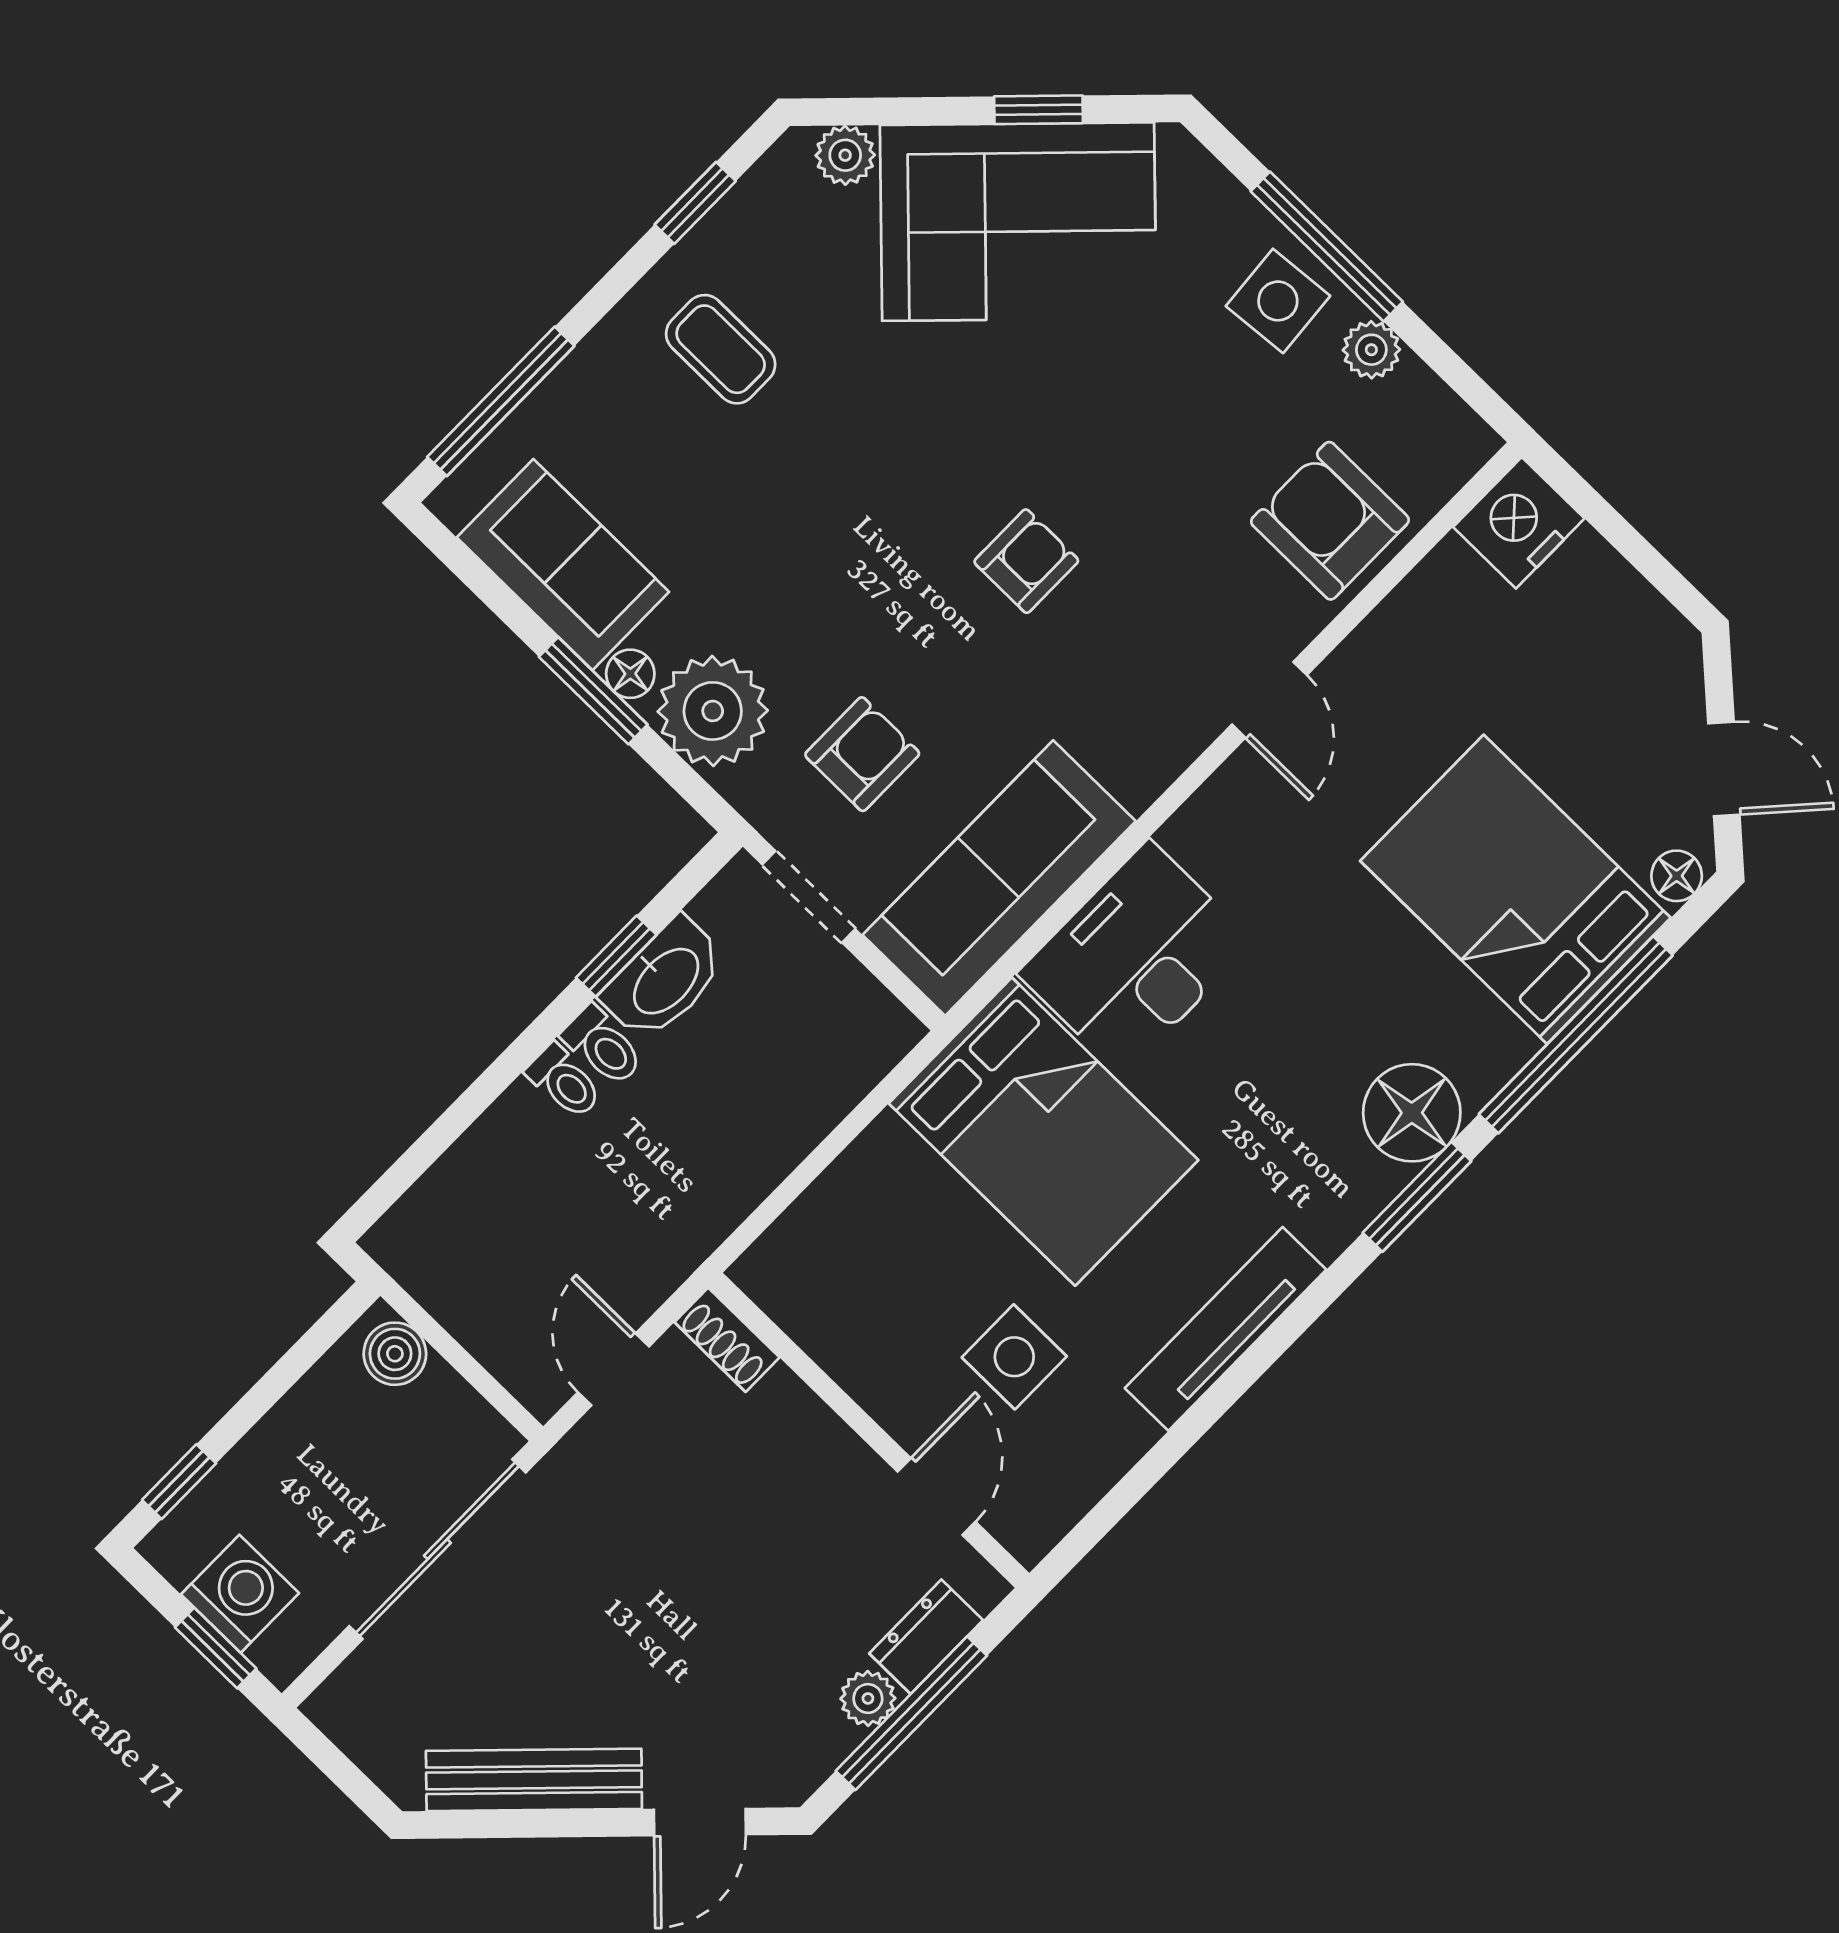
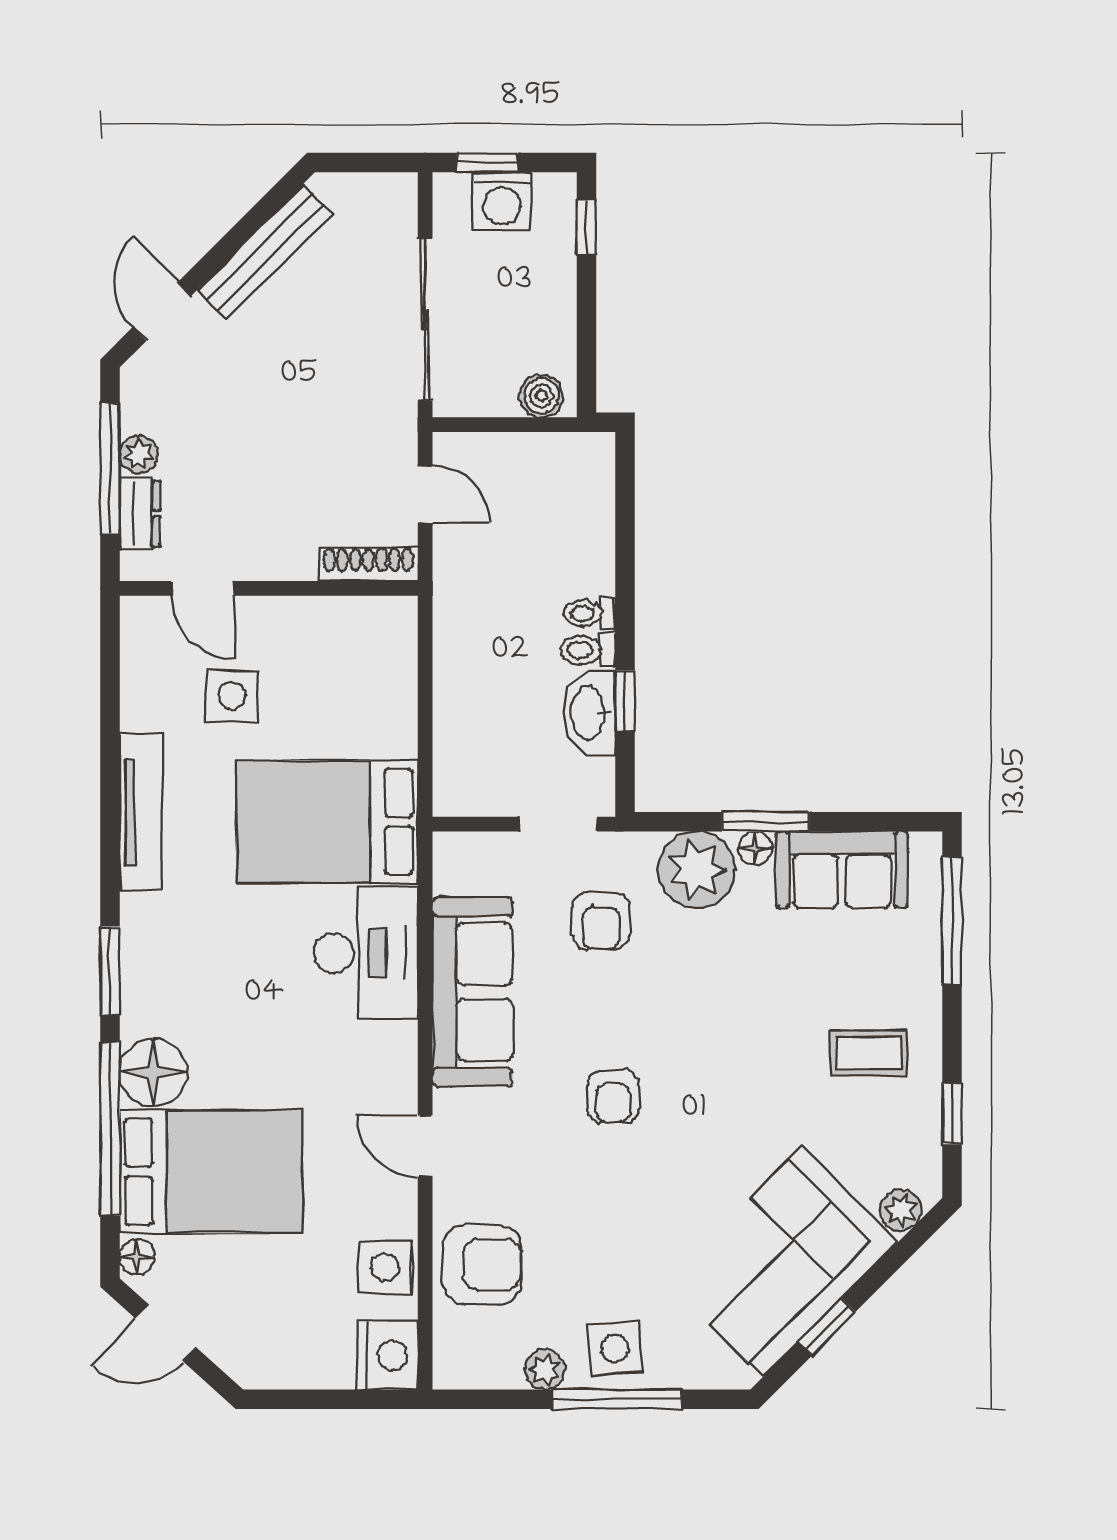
side table: (1432, 616) -> (385, 1267), added
sofa: (999, 878) -> (473, 992), moved
floor lamp: (1412, 1113) -> (153, 1072), moved
shoe rack: (727, 1340) -> (368, 564), width x1.43

